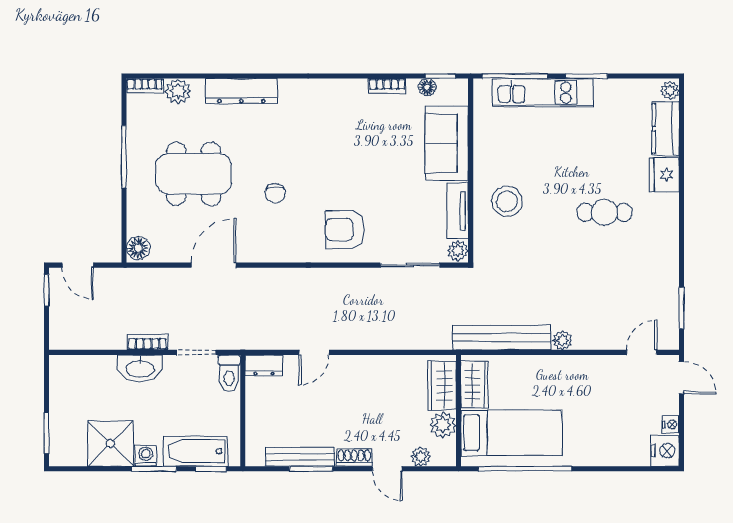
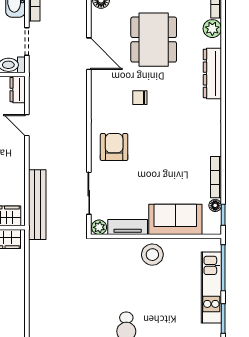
bookcase: (387, 86) -> (216, 177), width x1.56
stool: (507, 201) -> (152, 255), moved
bench: (502, 338) -> (37, 205), moved
plant: (562, 340) -> (35, 301), removed

